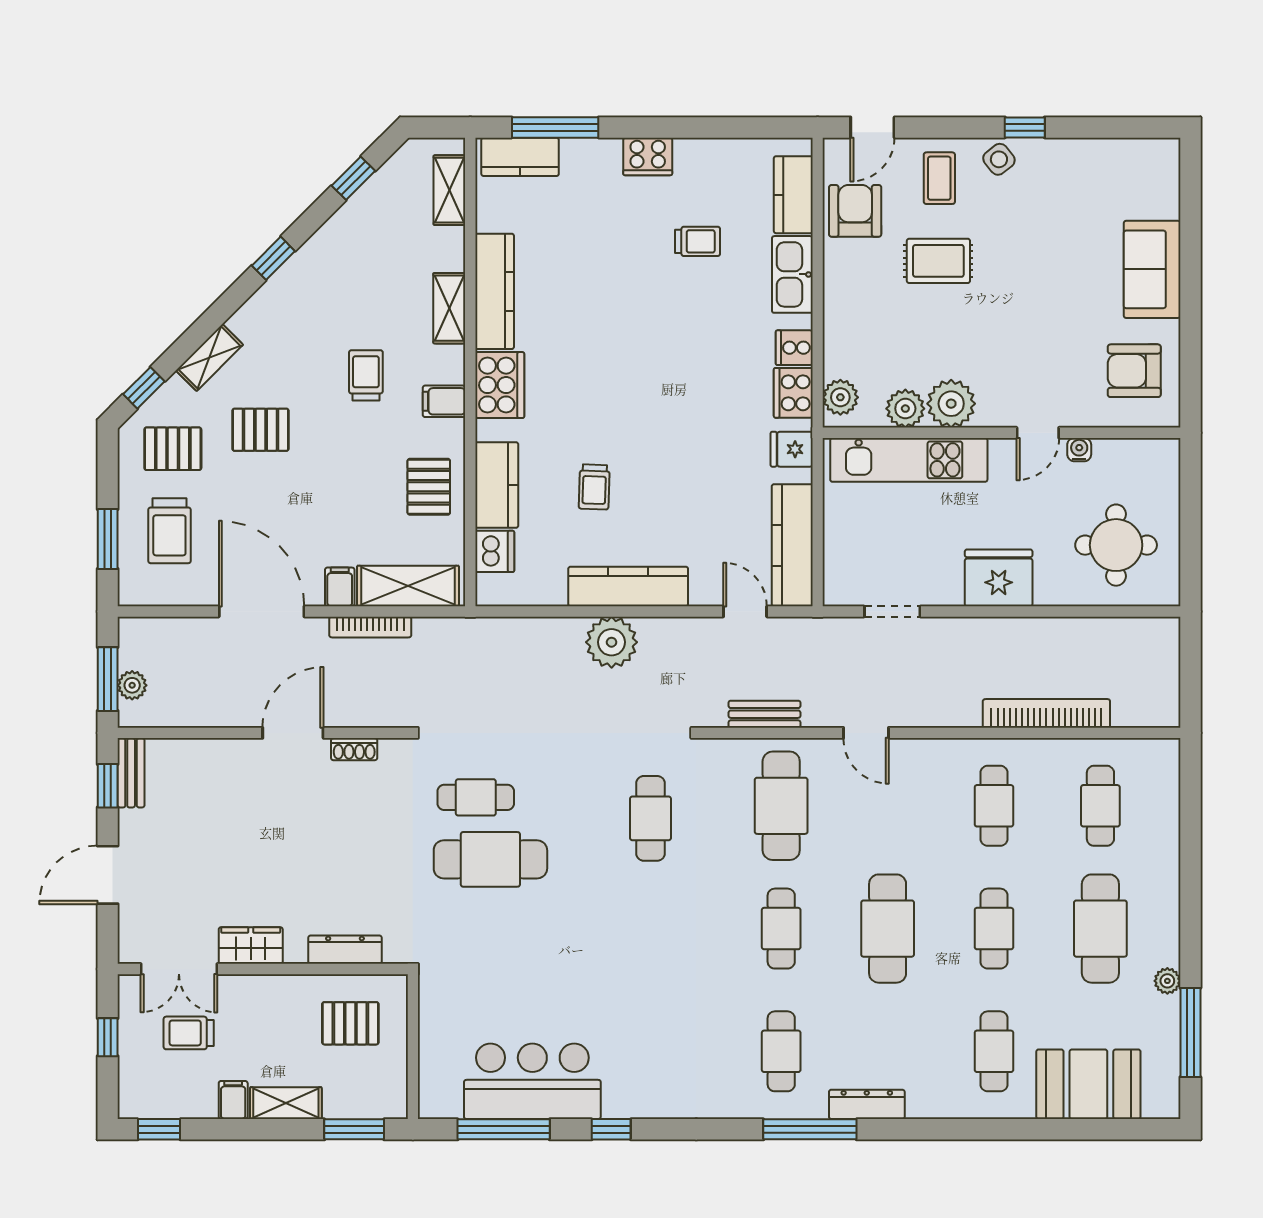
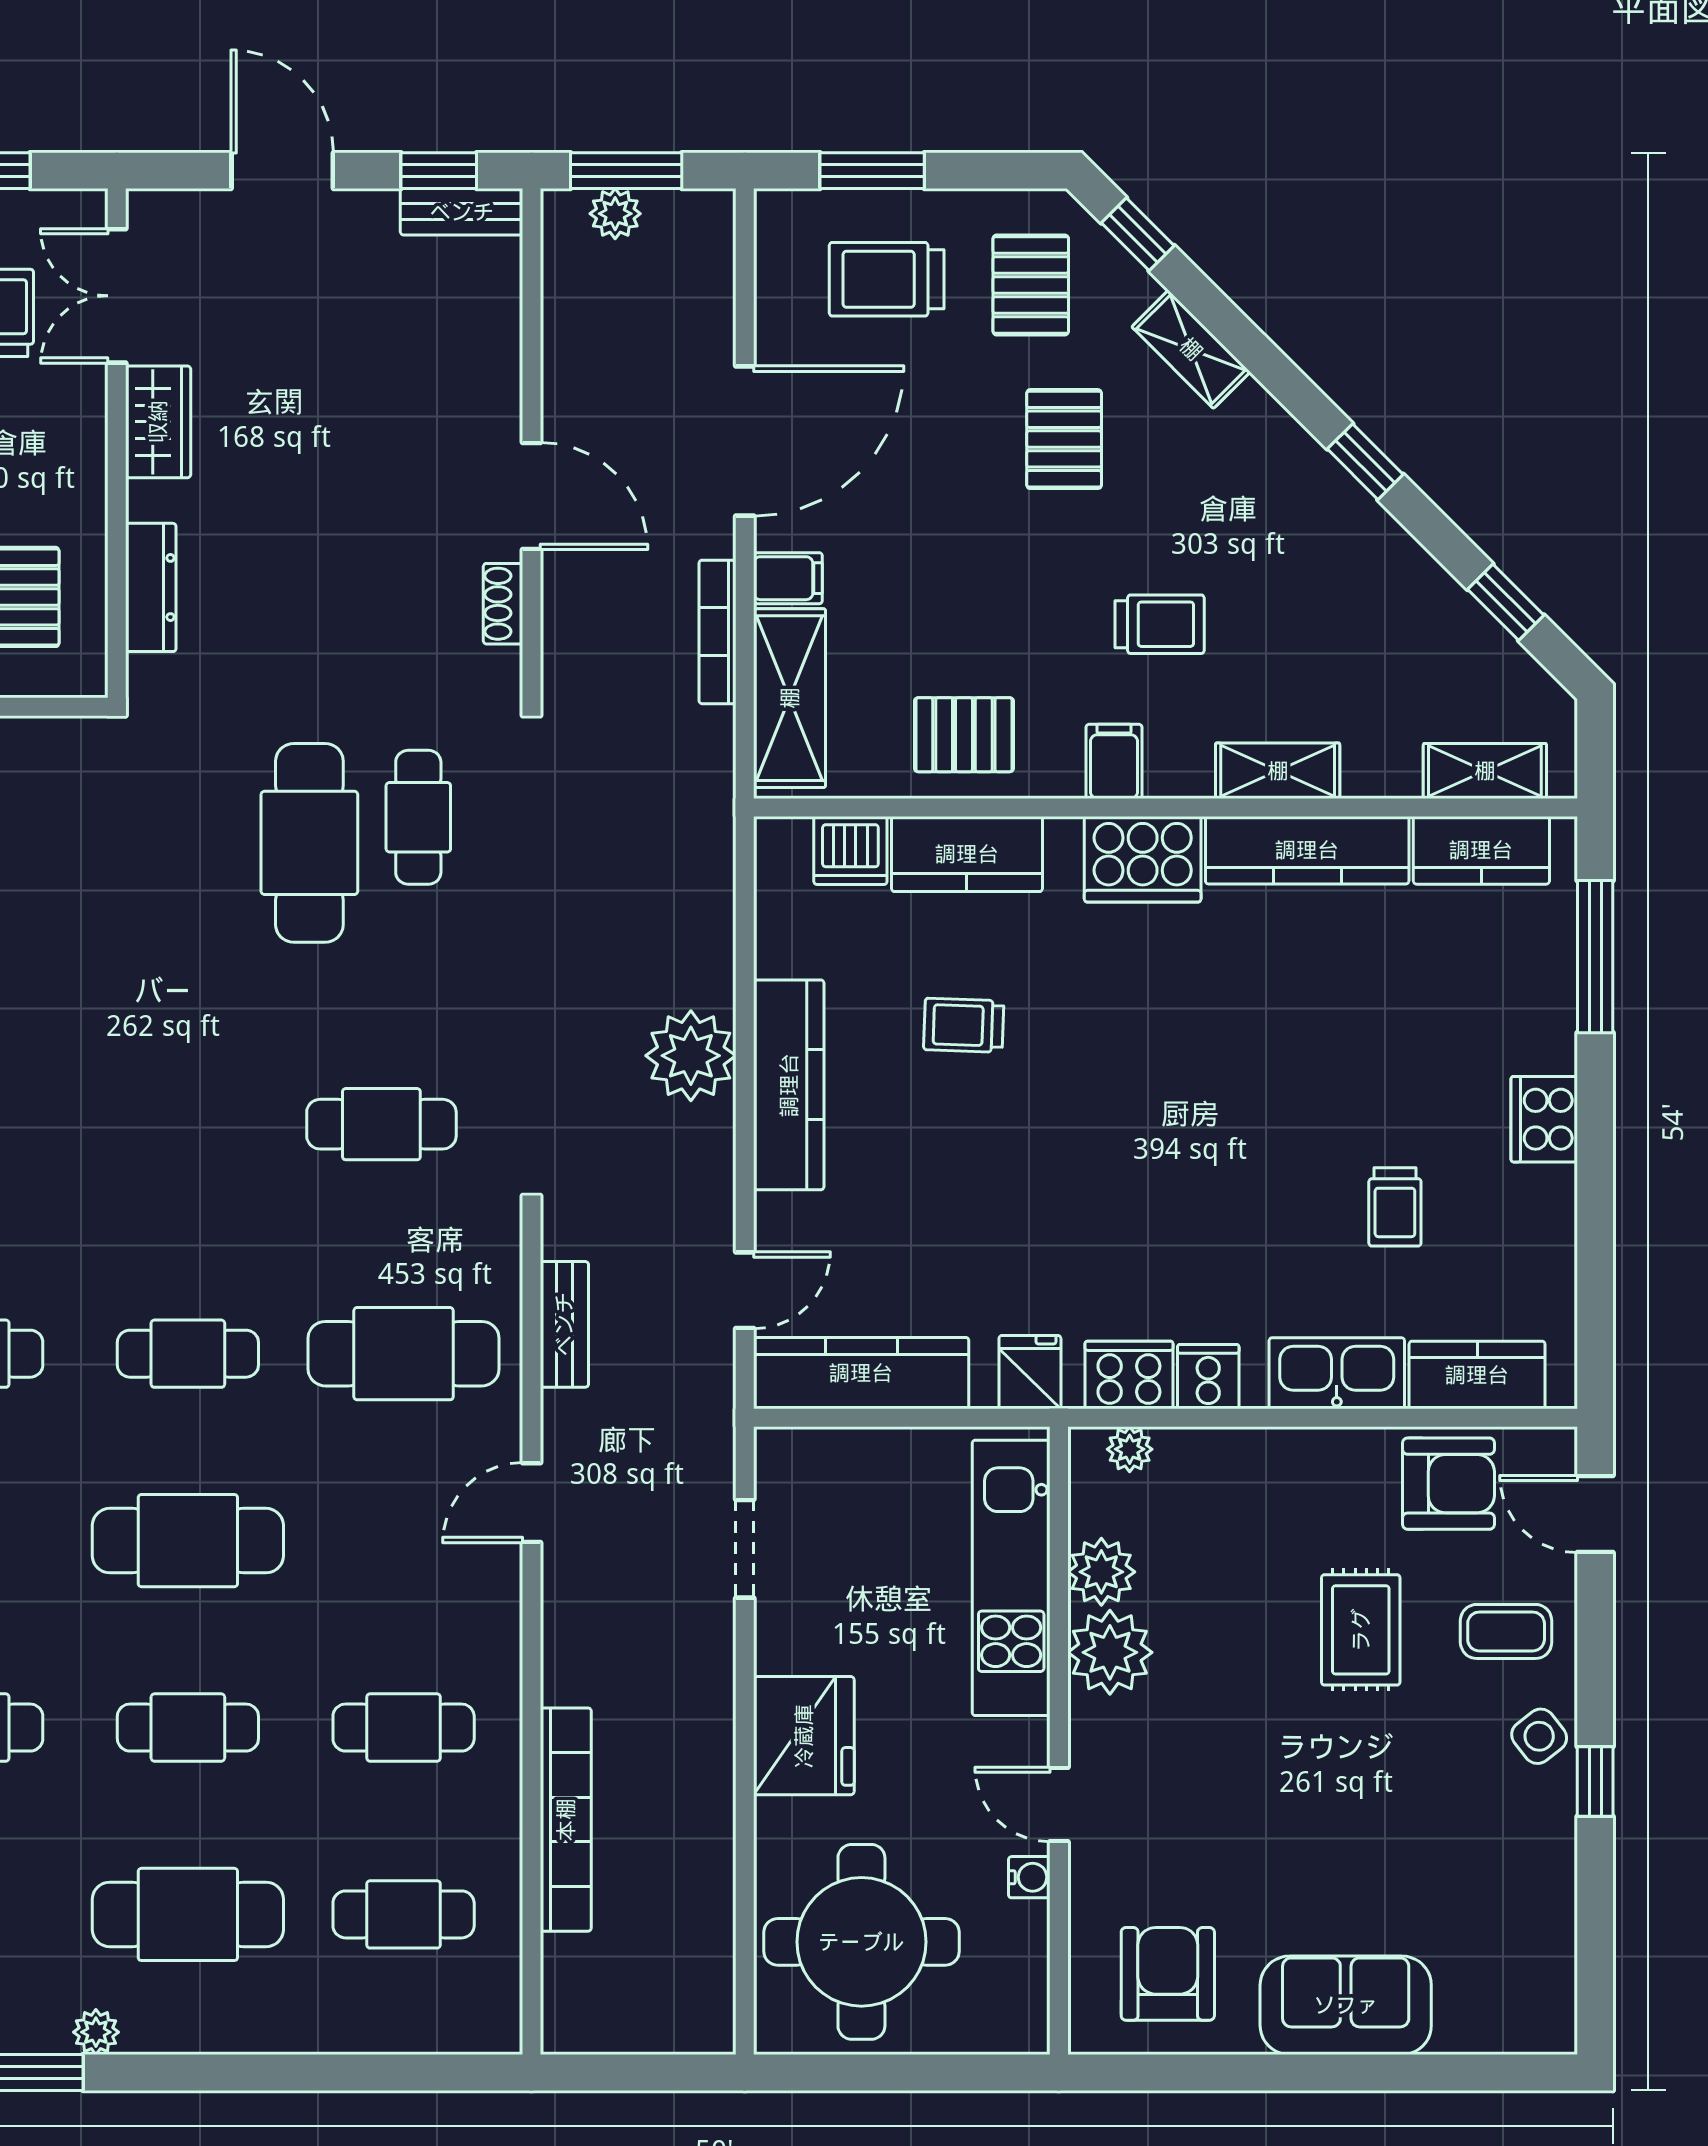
kitchen counter: (520, 157) -> (1481, 850), moved, turned -90
plant: (840, 397) -> (1130, 1449), width x0.73, depth x0.73
round table: (1116, 545) -> (861, 1942), width x1.36, depth x1.36

